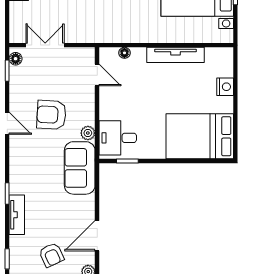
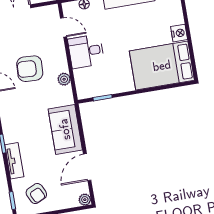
nightstand: (225, 87) -> (179, 33), moved
desk: (118, 138) -> (86, 51), moved
sofa: (80, 168) -> (65, 129), moved
armchair: (51, 255) -> (36, 194), moved

